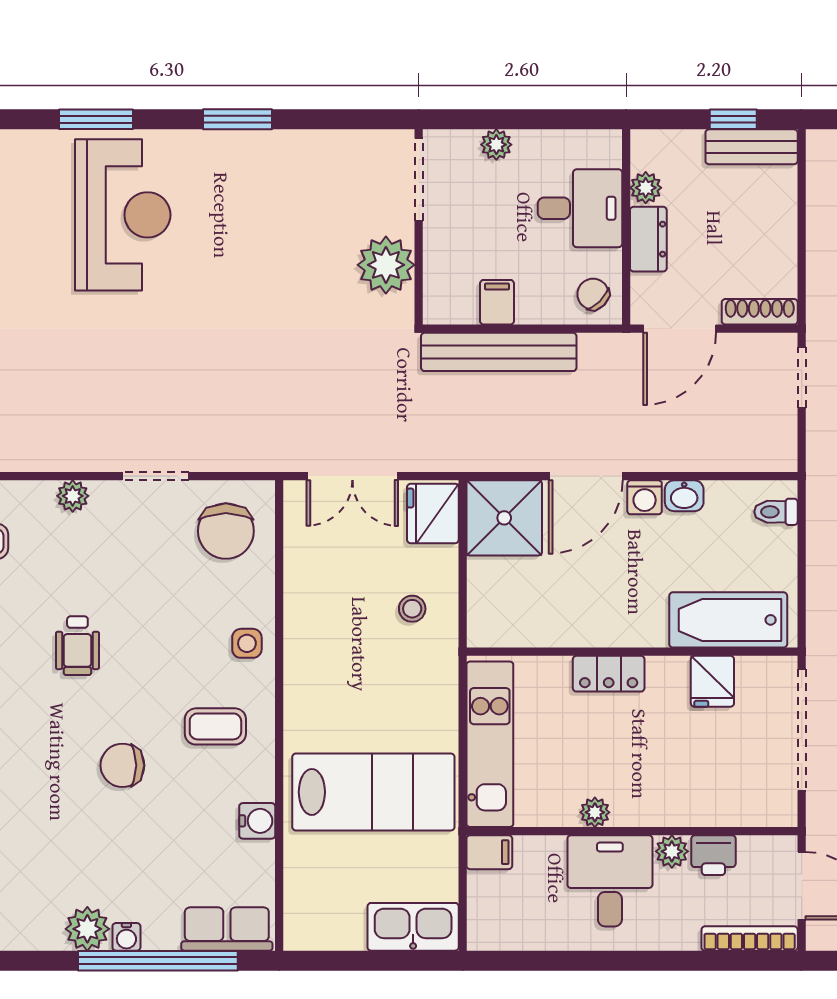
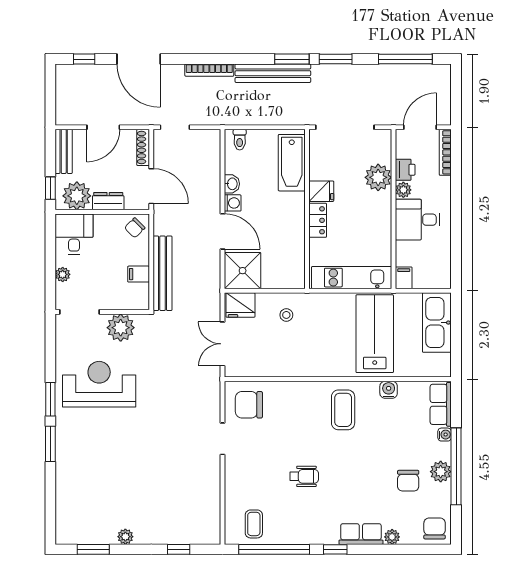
window: (96, 119) -> (50, 444), moved
window: (733, 119) -> (50, 188), moved
plant: (646, 188) -> (77, 196), width x1.88, depth x1.88
desk: (580, 208) -> (74, 234), moved
reception desk: (123, 215) -> (99, 384), moved
door: (802, 229) -> (103, 127), added
double door: (352, 476) -> (222, 344), swing flipped
plant: (73, 496) -> (232, 479), removed
chair: (226, 531) -> (249, 405), turned 180
side table: (247, 643) -> (303, 395), removed
fridge: (712, 681) -> (321, 191), moved
coffee table: (215, 726) -> (343, 410), width x1.36, depth x1.30
chair: (122, 765) -> (408, 481), moved
plant: (595, 812) -> (378, 177), moved, width x1.87, depth x1.87
kitchen sink: (413, 927) -> (437, 323), width x1.36, depth x1.24
water cooler: (126, 937) -> (445, 435), moved
window: (158, 961) -> (456, 466), moved

